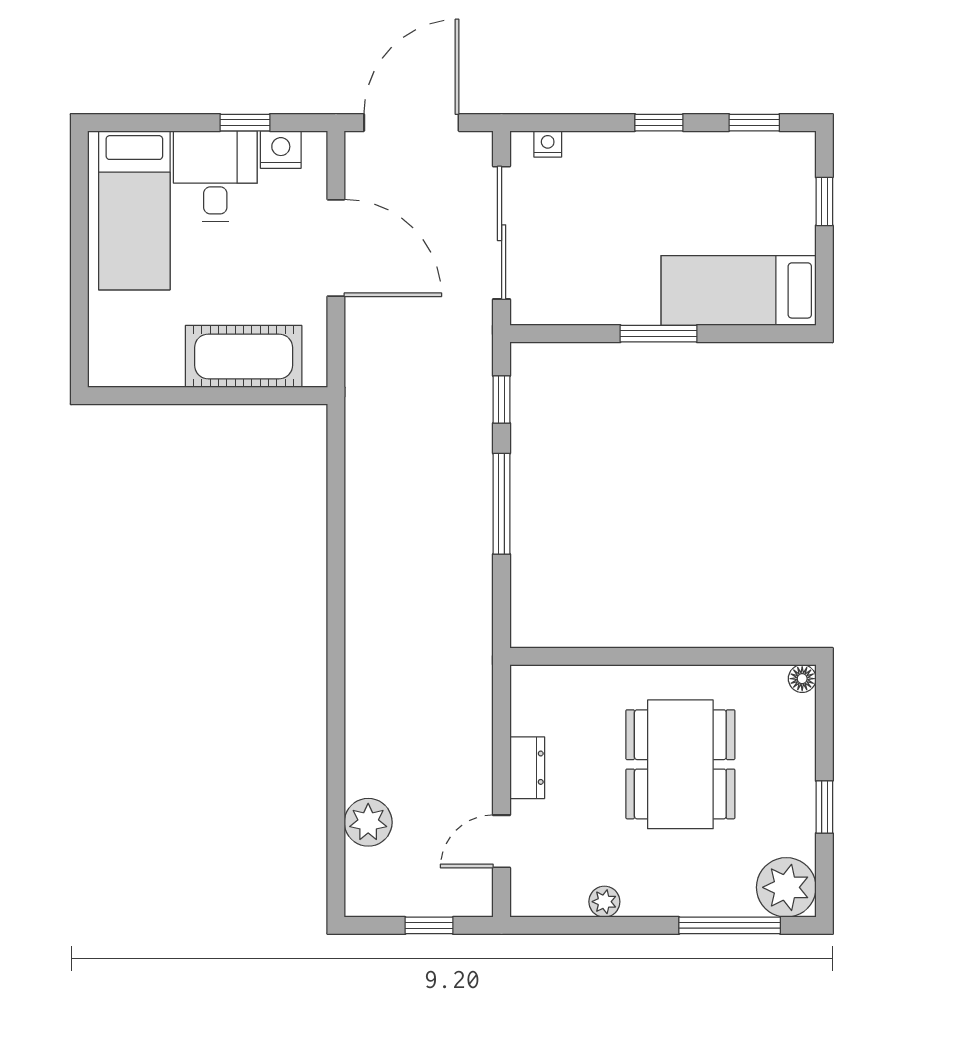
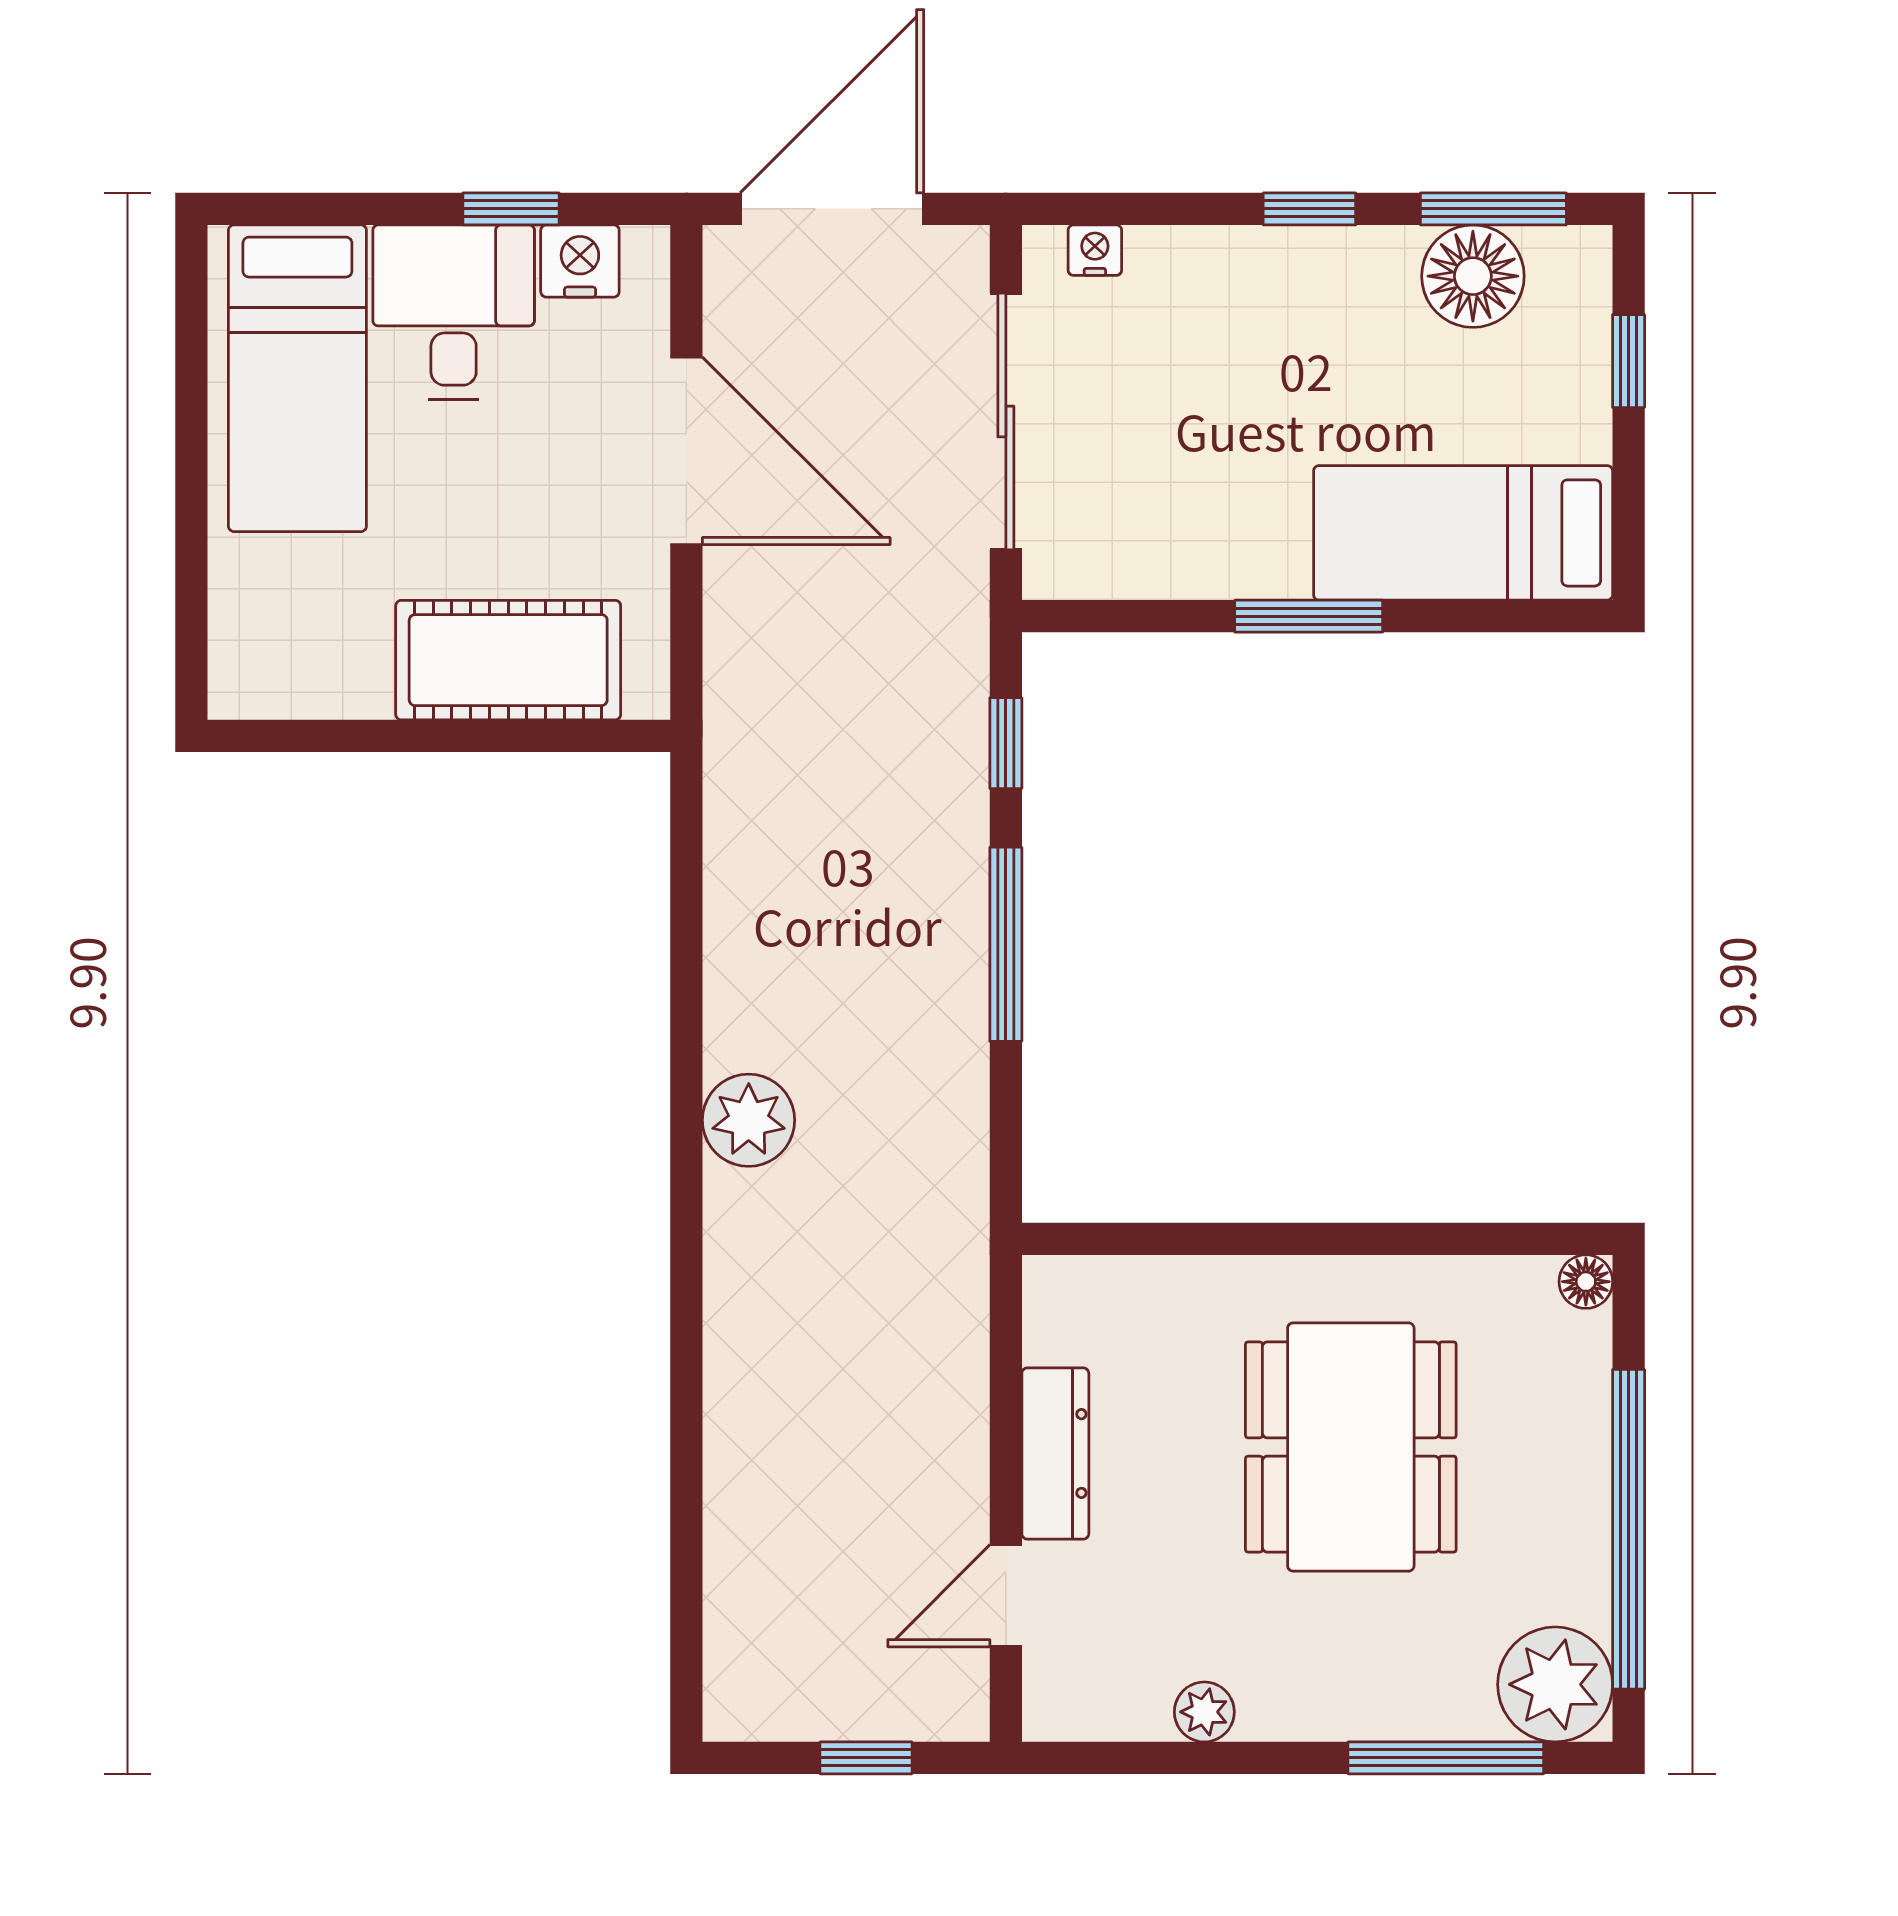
window: (754, 123) -> (1493, 209), width x1.50
floor lamp: (744, 157) -> (1473, 276), added
dresser: (527, 768) -> (1055, 1454), width x1.44
window: (824, 807) -> (1629, 1529), width x3.17
plant: (368, 822) -> (749, 1120), moved

